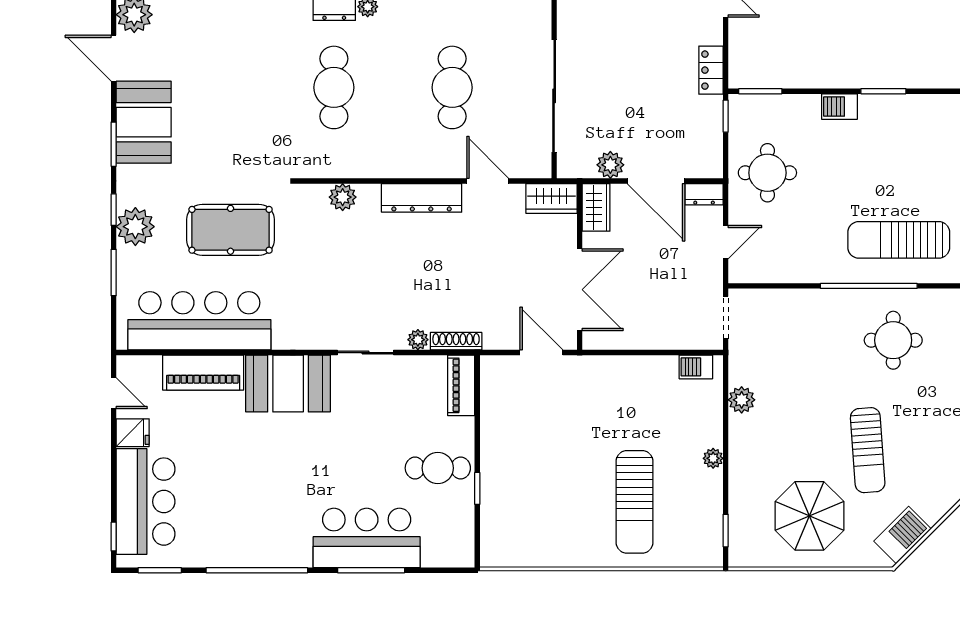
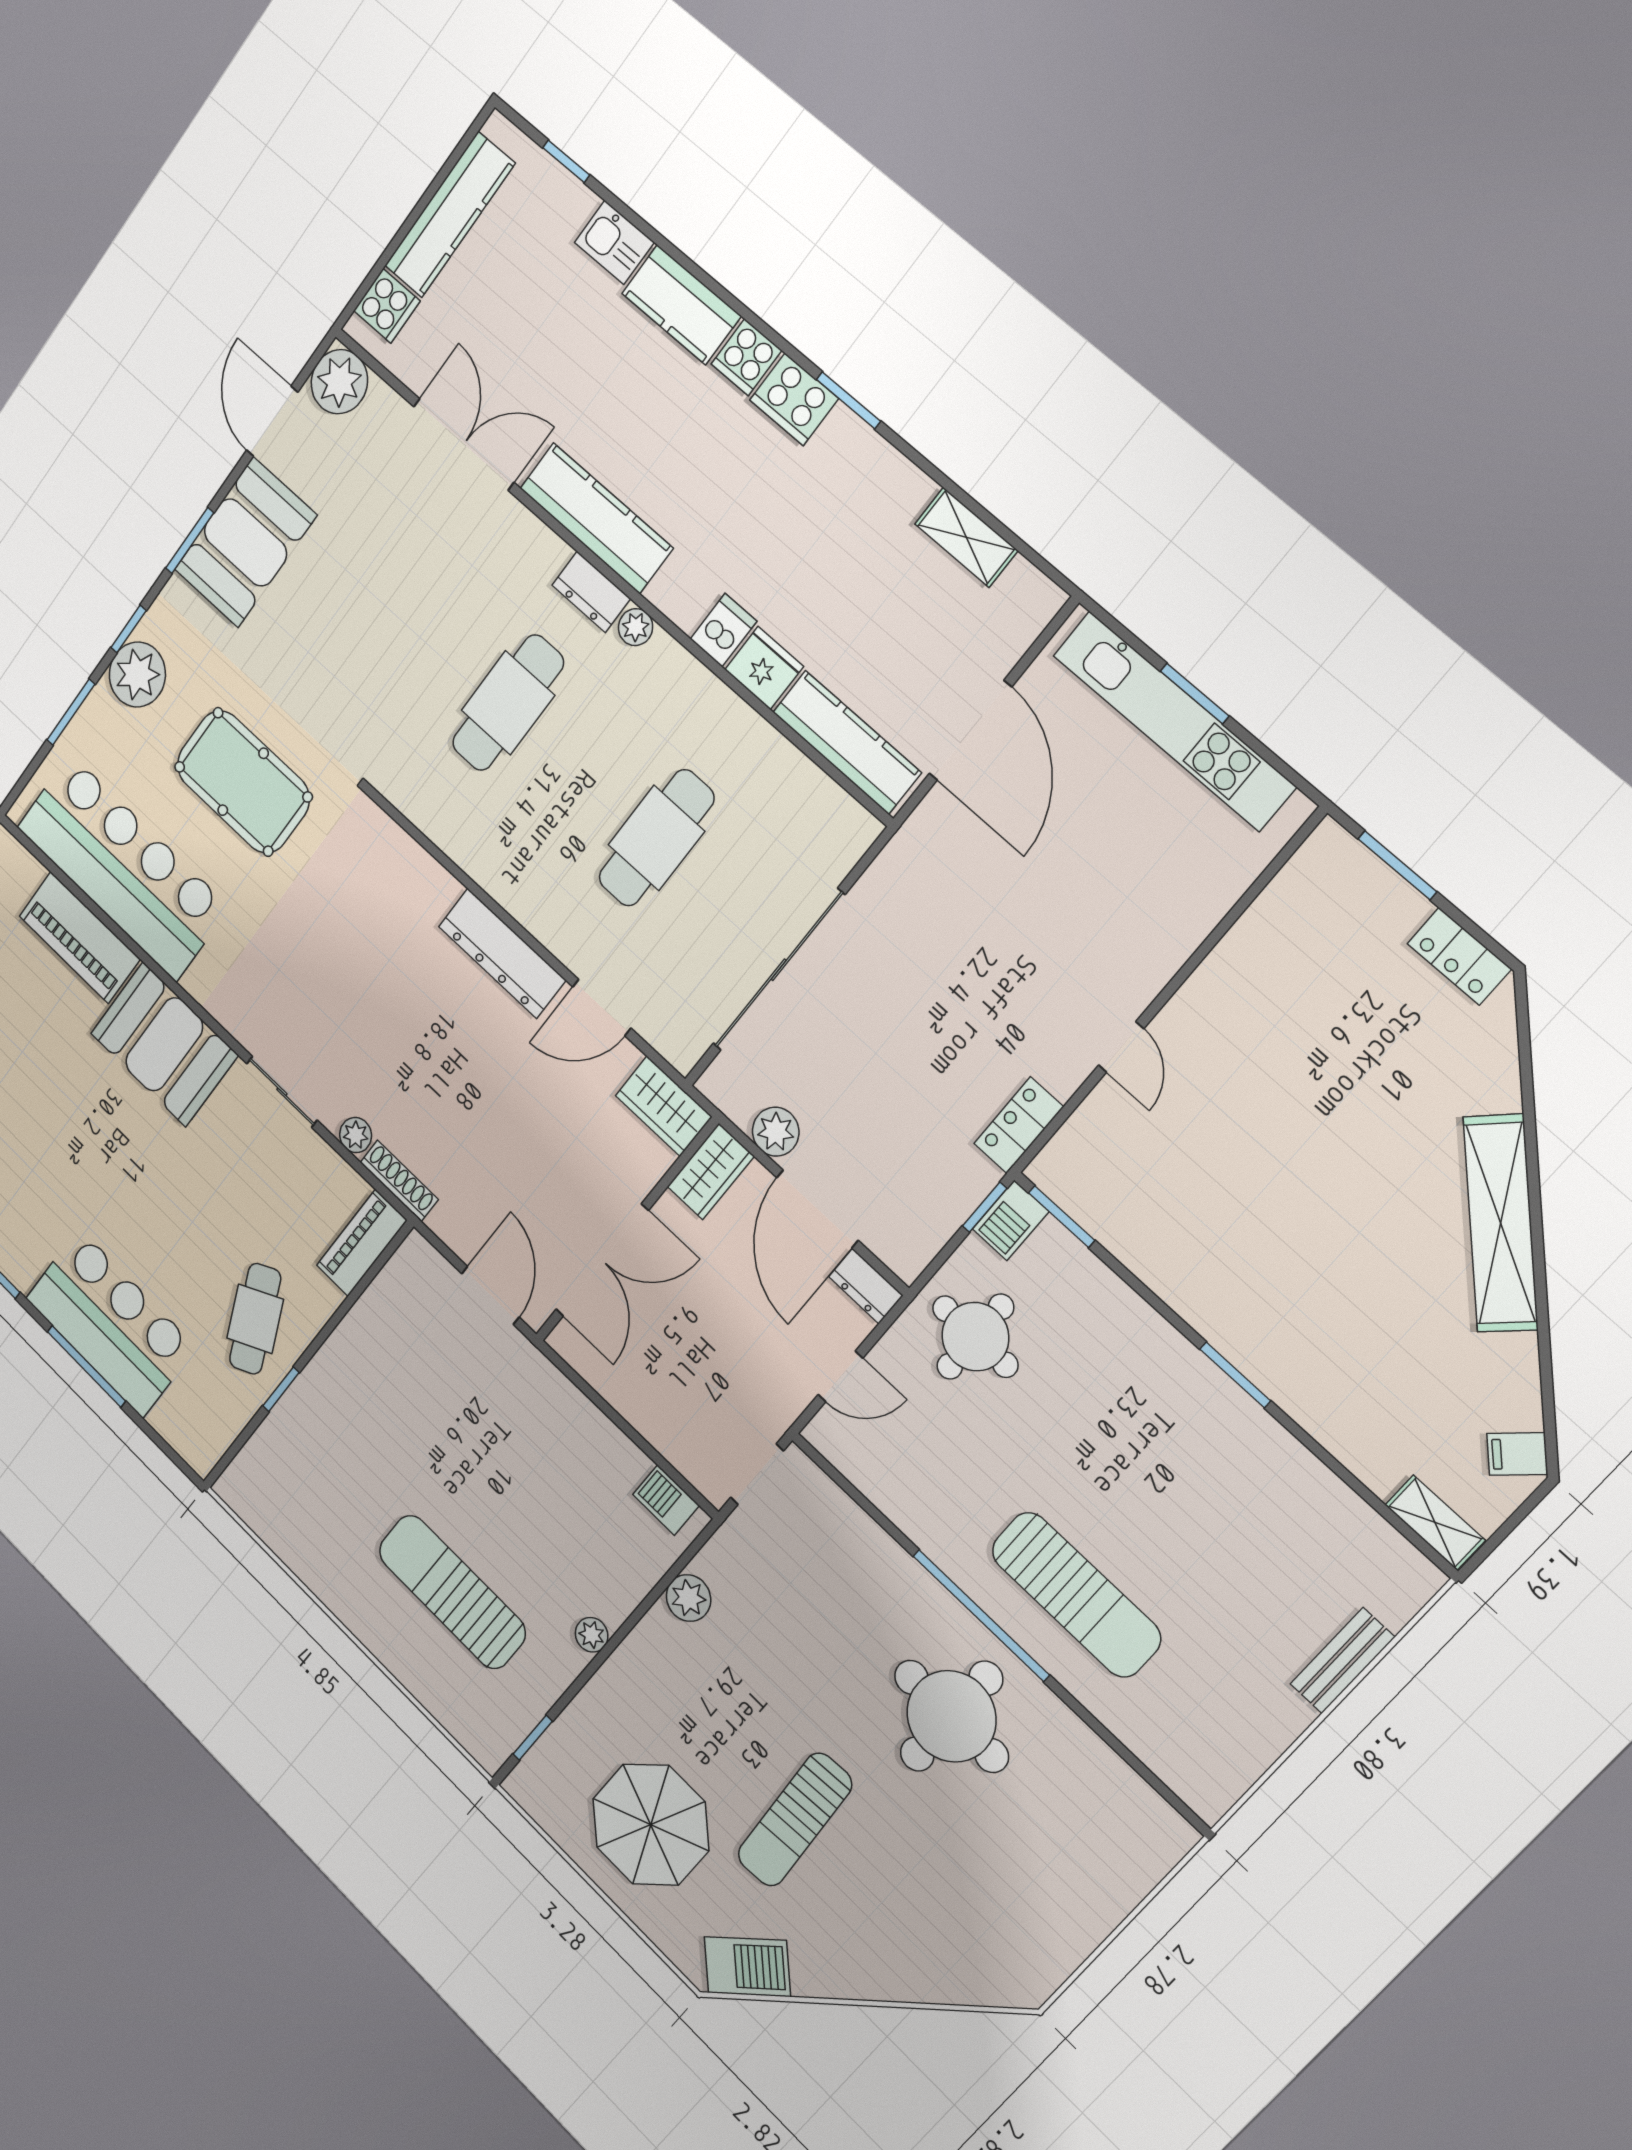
barbecue: (839, 107) -> (1011, 1220), moved, turned -90
door: (488, 181) -> (602, 1007), swing flipped
plant: (343, 197) -> (407, 863), removed
sun lounger: (899, 240) -> (1076, 1595), turned 180
round table: (893, 340) -> (951, 1716), width x1.36, depth x1.36
cafe table: (438, 468) -> (255, 1319), turned 64
sun lounger: (634, 502) -> (452, 1592), turned 90

